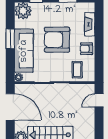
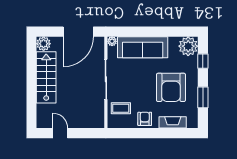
window: (10, 39) -> (156, 32), removed
armchair: (57, 40) -> (171, 87), moved, turned 180
door: (99, 100) -> (60, 133), moved

